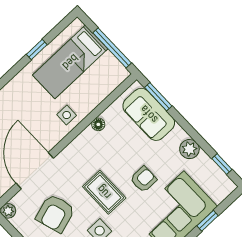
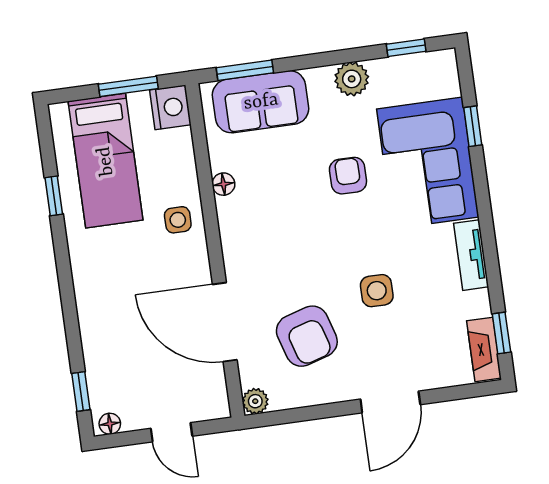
window: (112, 48) -> (128, 86), width x0.69
nightstand: (116, 74) -> (170, 107), added
rug: (104, 192) -> (326, 245), removed

